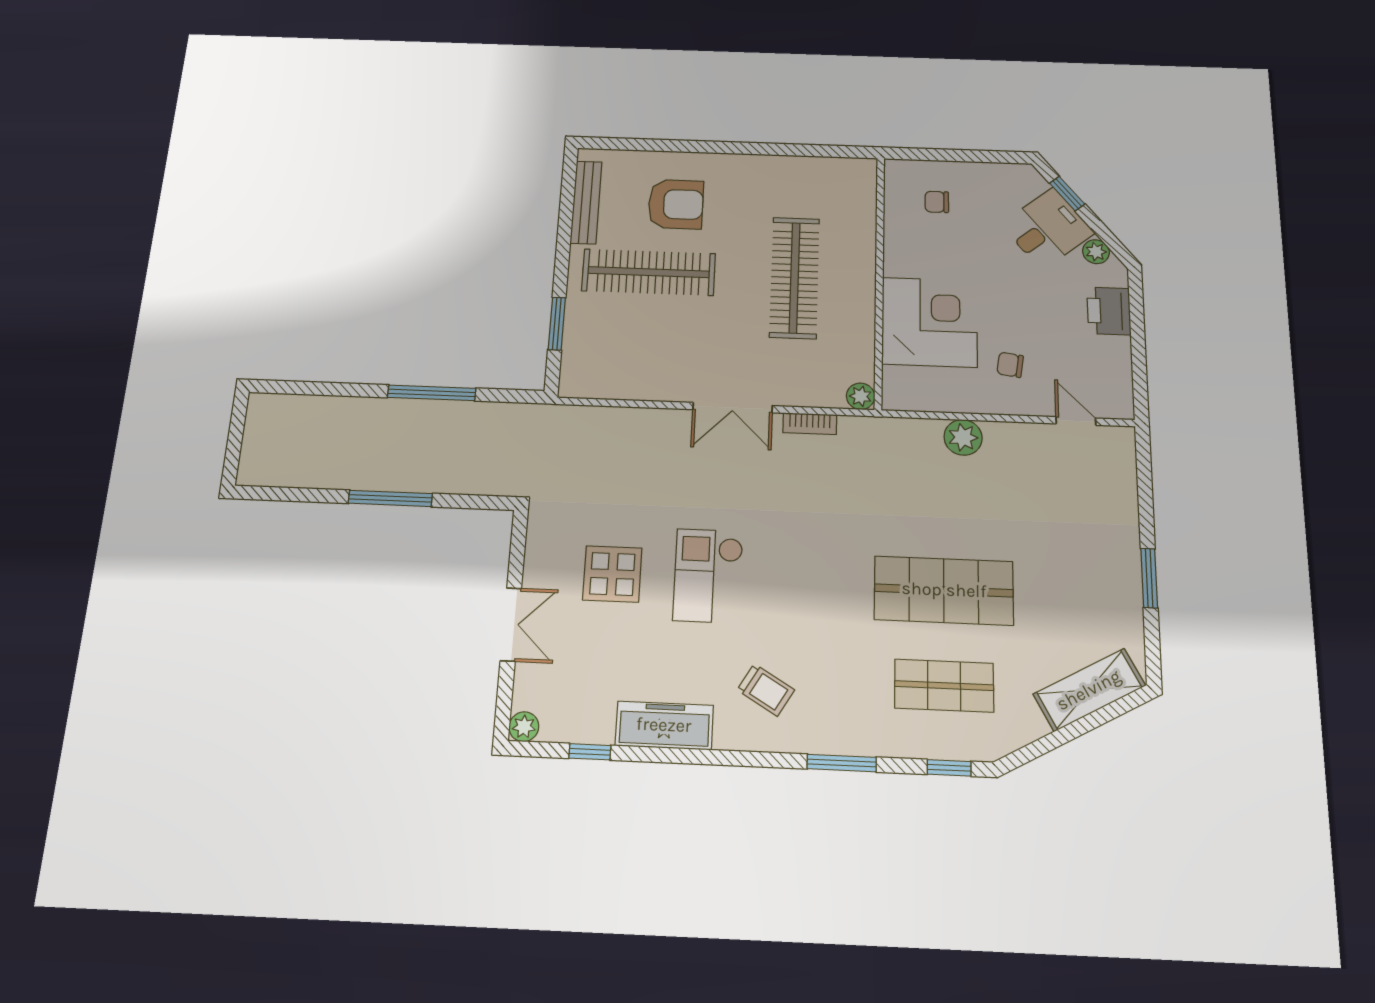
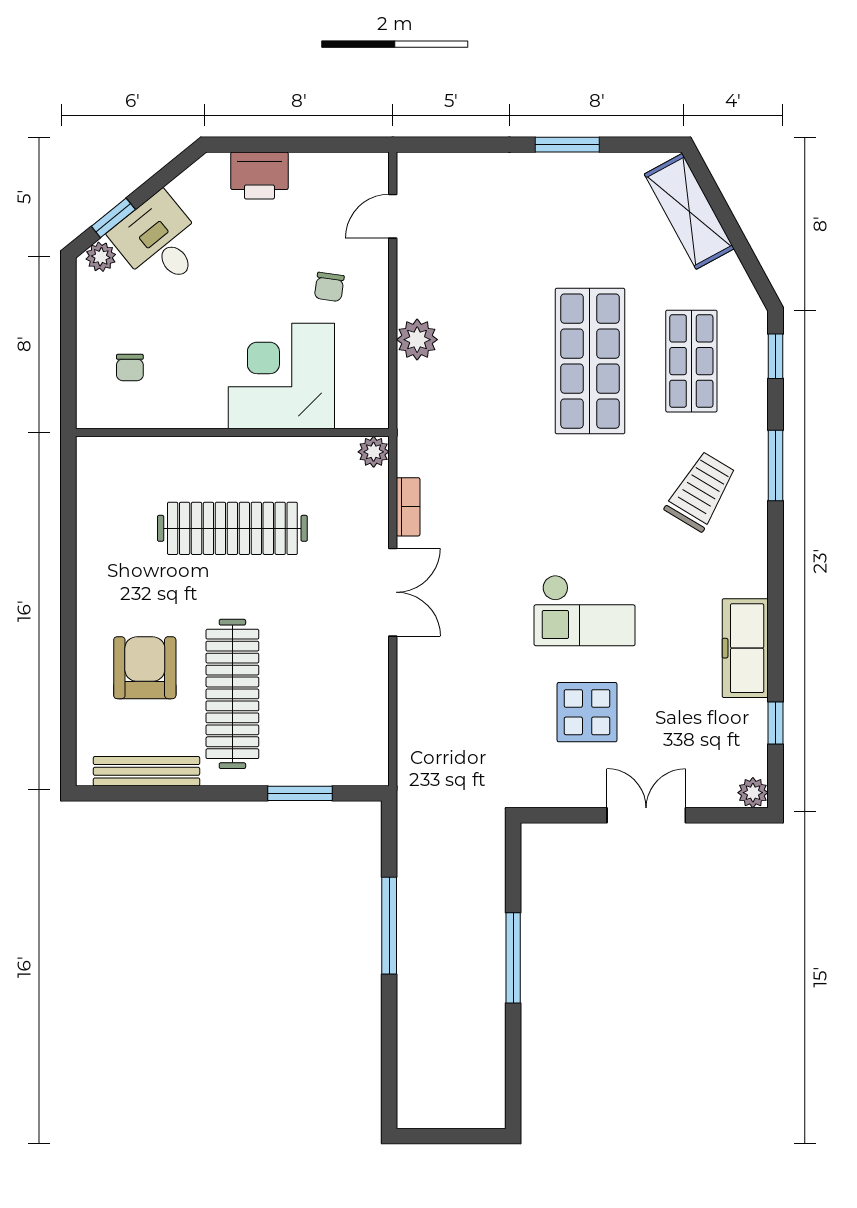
plant: (1096, 252) -> (101, 257), moved
trolley: (766, 690) -> (701, 491), moved, width x1.36, depth x1.39

